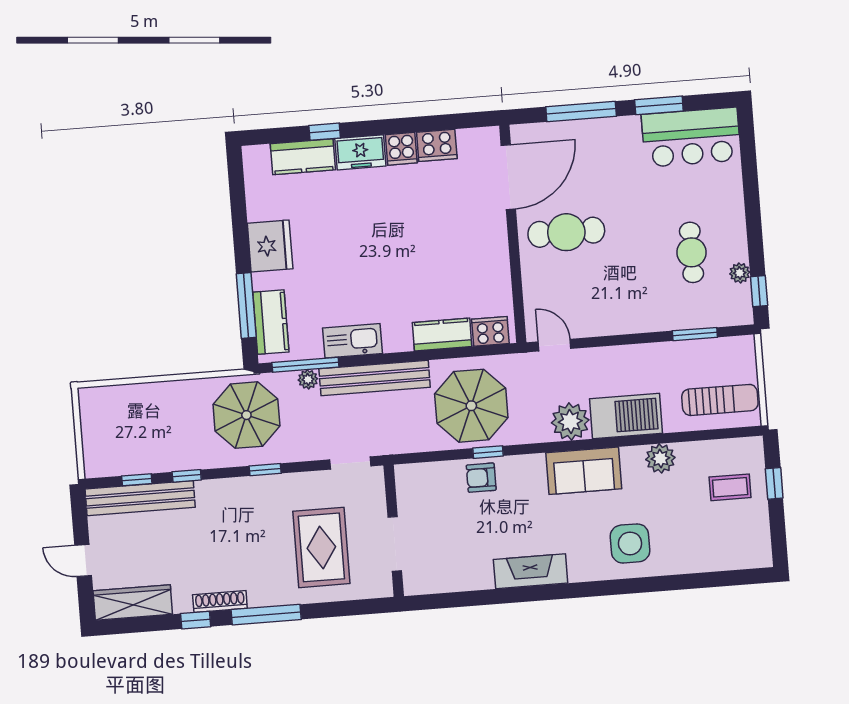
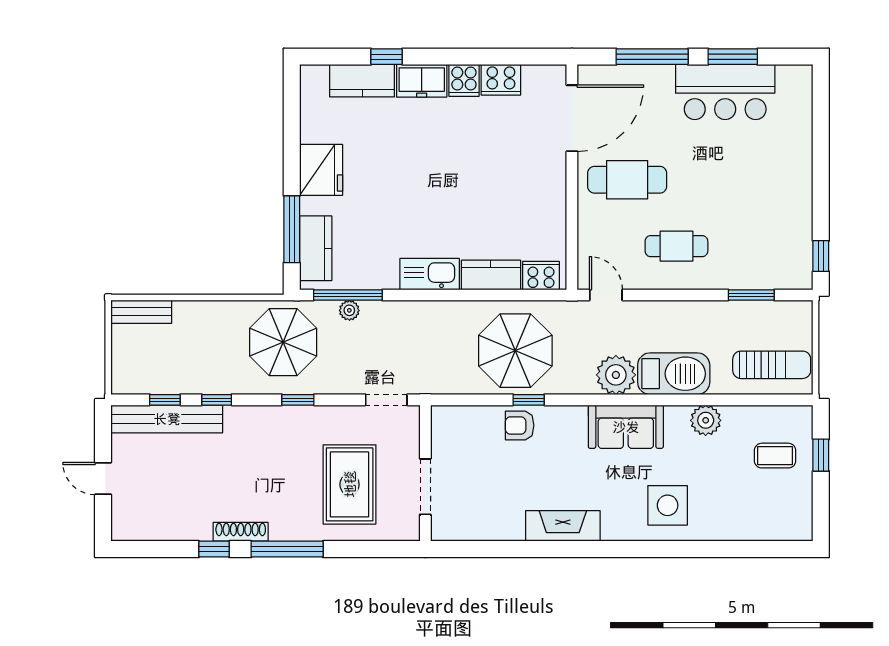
bar counter: (691, 137) -> (725, 92), moved
cafe table: (692, 252) -> (676, 246), moved, turned 90
plant: (740, 273) -> (802, 236), removed
kitchen sink: (352, 341) -> (430, 274), moved
bench: (375, 378) -> (141, 312), moved, width x0.54, depth x0.82
wardrobe: (133, 602) -> (151, 526), removed

